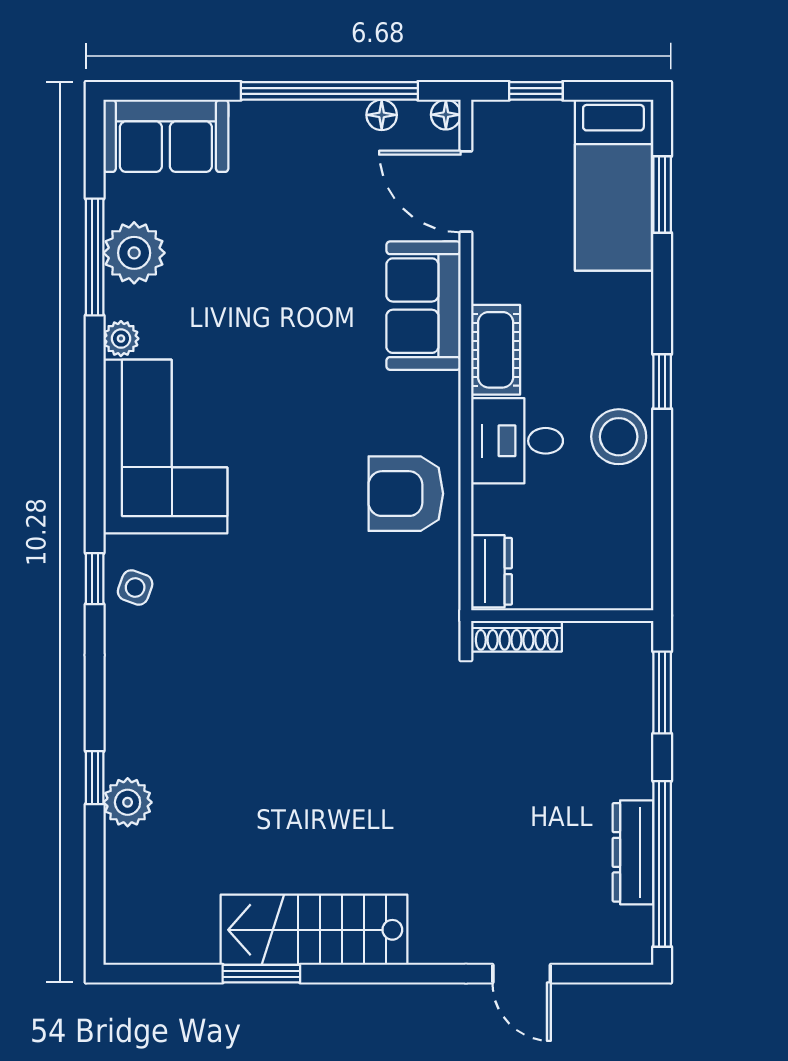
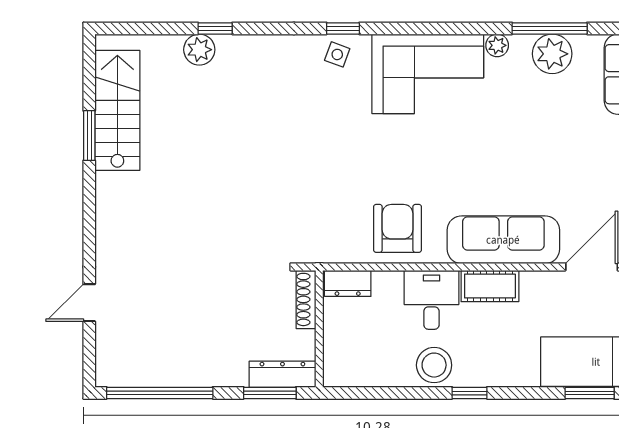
sofa: (424, 306) -> (503, 240), width x1.36
dresser: (633, 852) -> (282, 374), moved
stairs: (314, 930) -> (117, 110), moved

